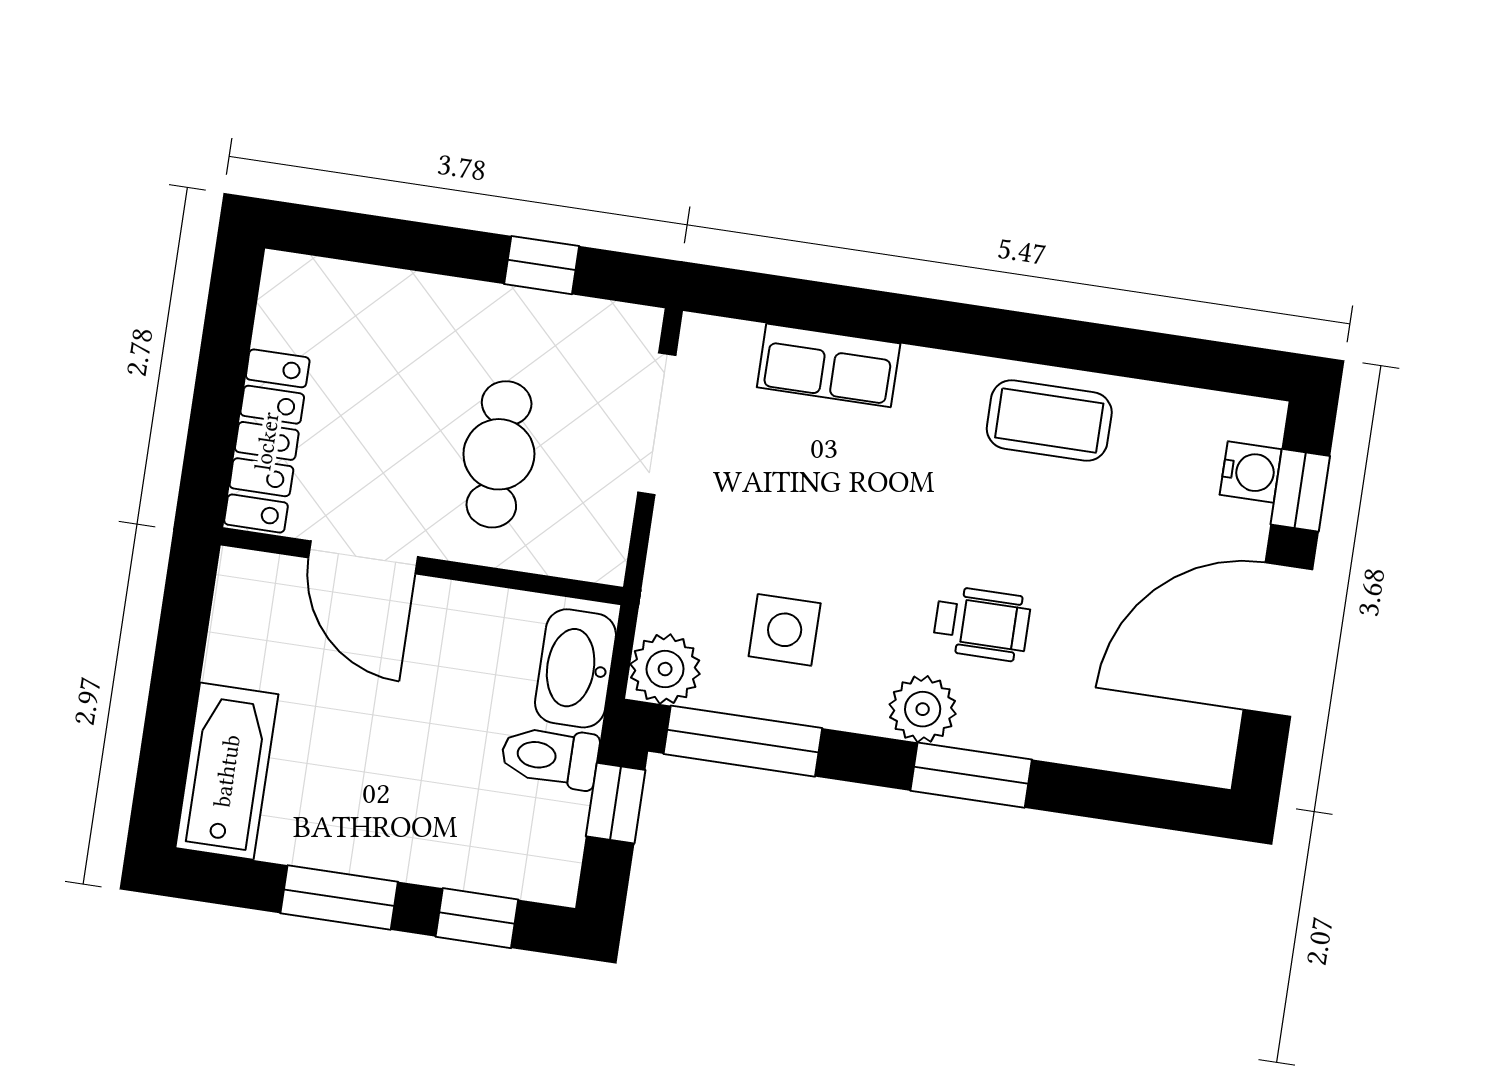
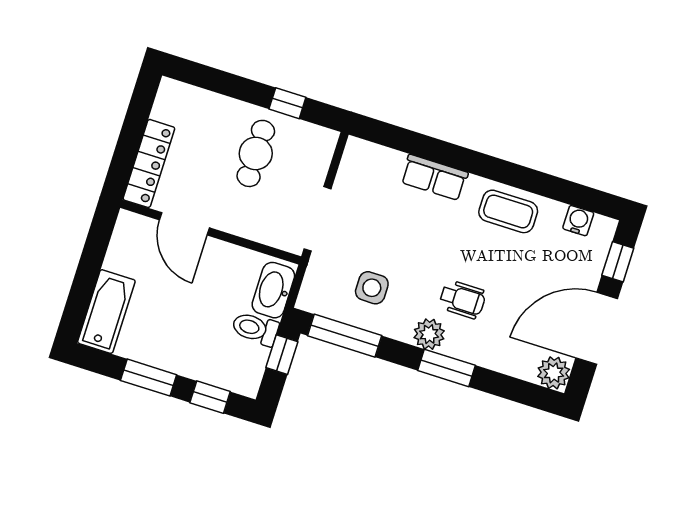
row of seats: (829, 365) -> (434, 177), moved
doorway: (657, 424) -> (317, 219), moved
cafe table: (499, 454) -> (256, 153), moved
water cooler: (1251, 472) -> (578, 221), moved, turned -90
plant: (665, 669) -> (554, 373), moved

